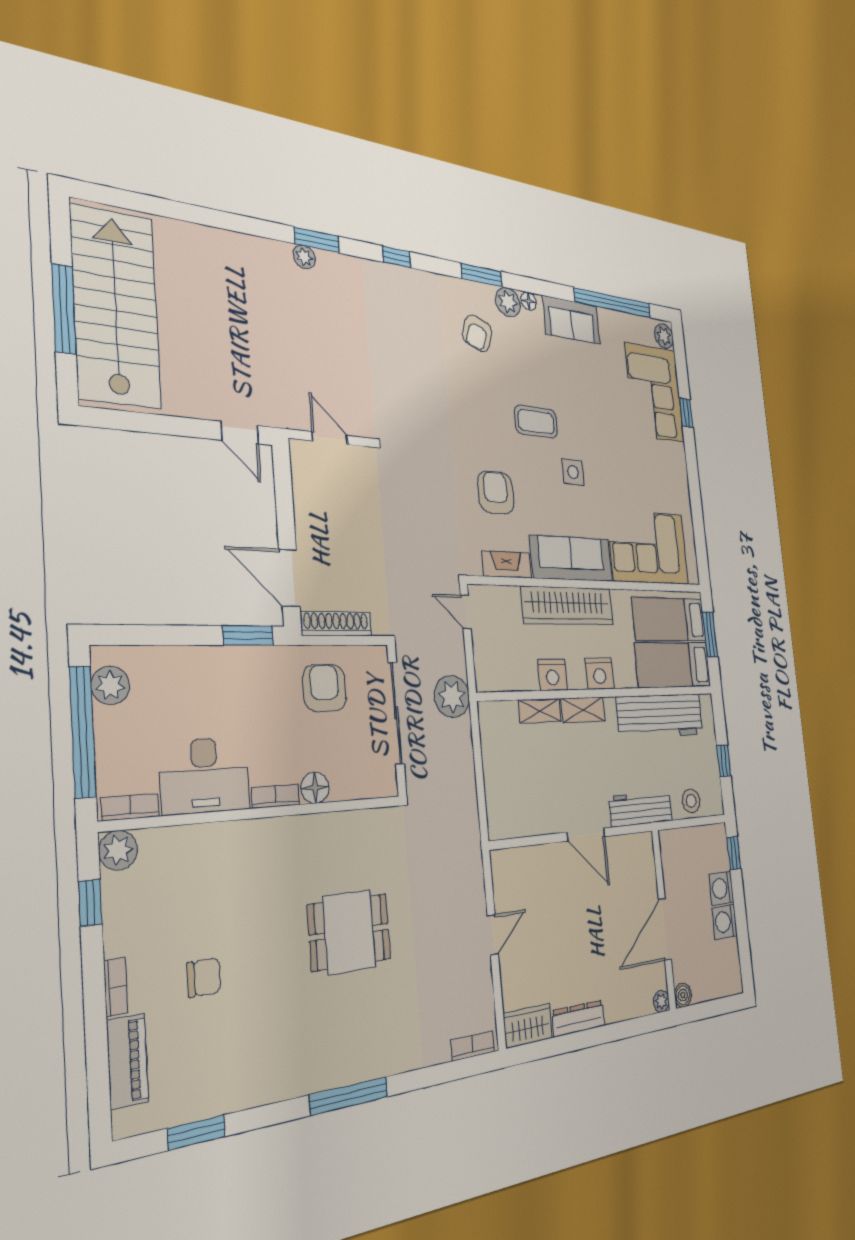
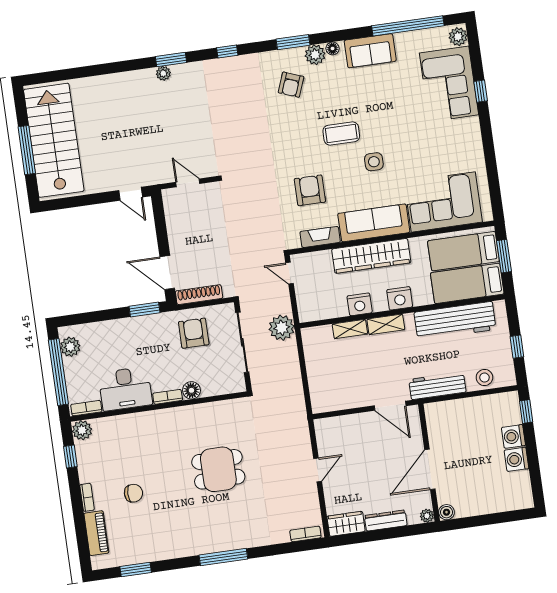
wall: (664, 919) -> (429, 463), moved
door: (665, 929) -> (430, 469), moved
boiler: (683, 995) -> (447, 512), moved
plant: (661, 1001) -> (427, 516), moved

